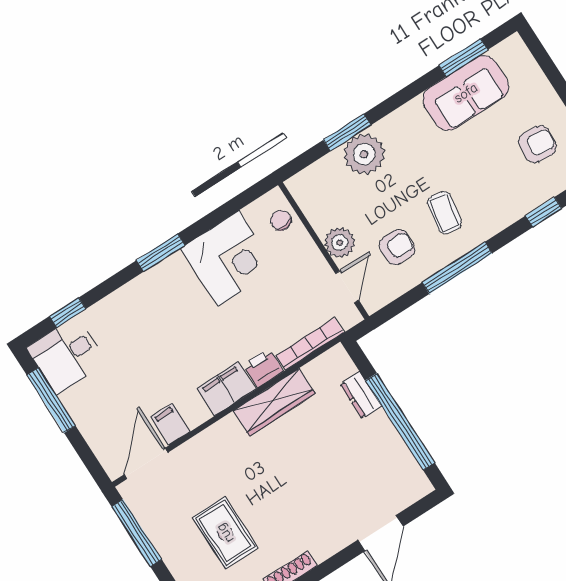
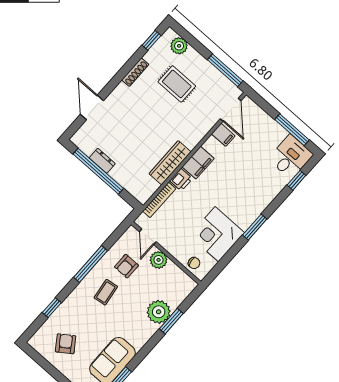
armchair: (537, 144) -> (66, 344), turned 139
coffee table: (445, 213) -> (106, 292), turned 72
dresser: (361, 395) -> (102, 161), moved

